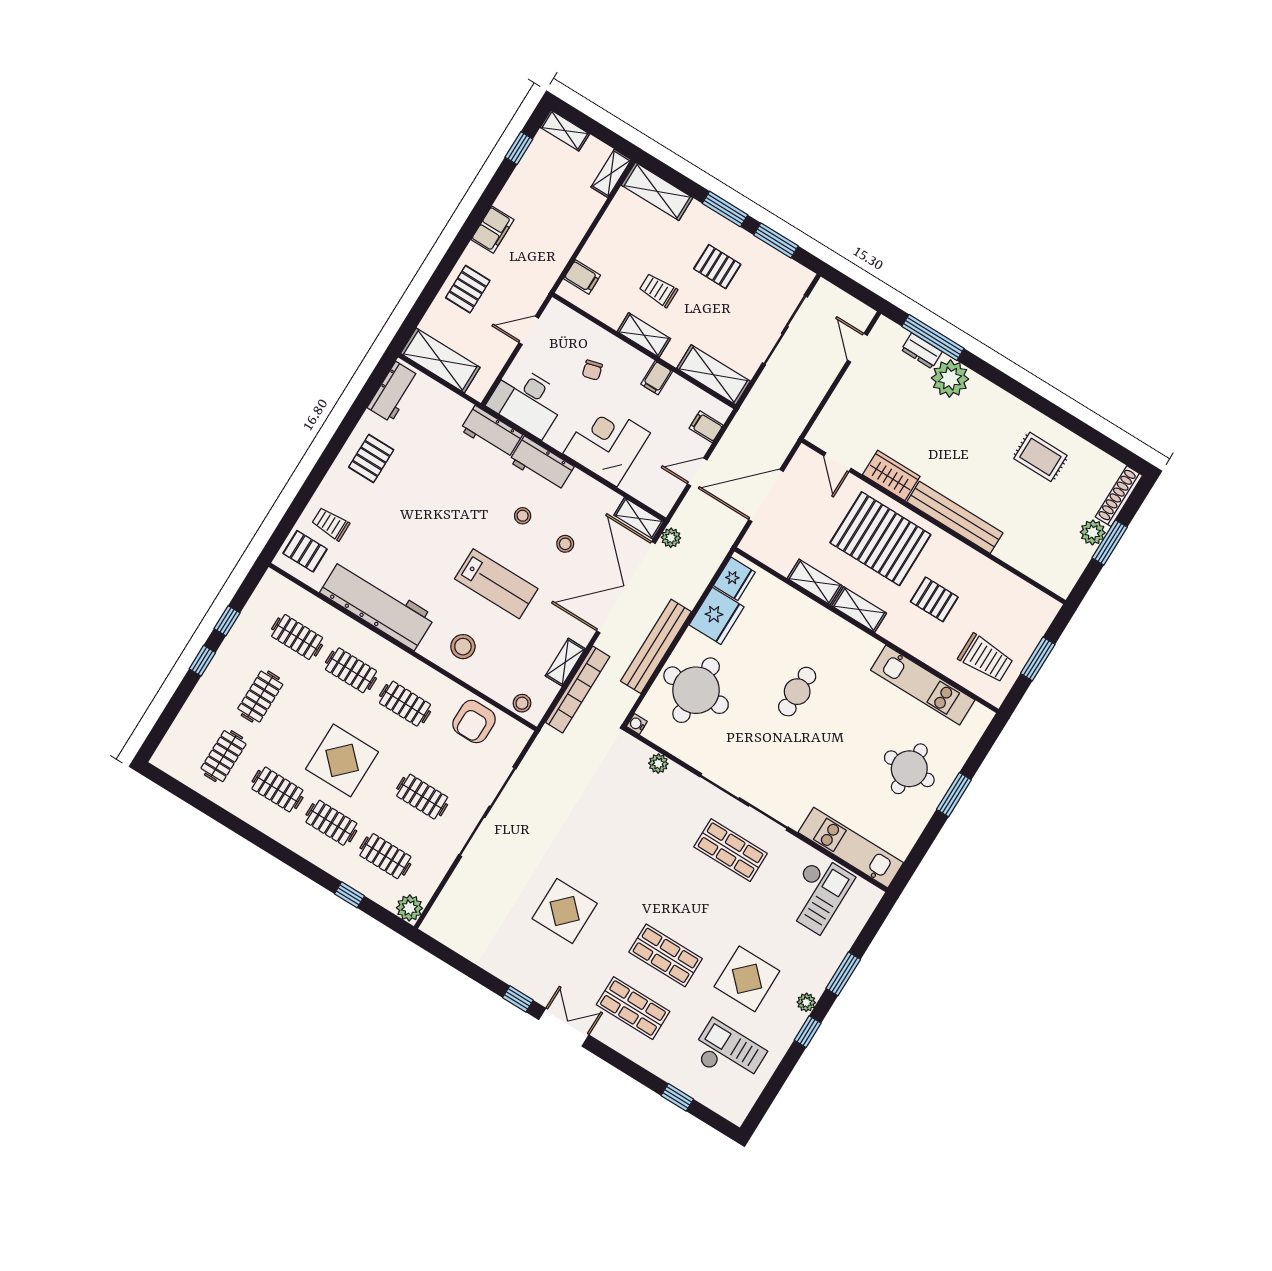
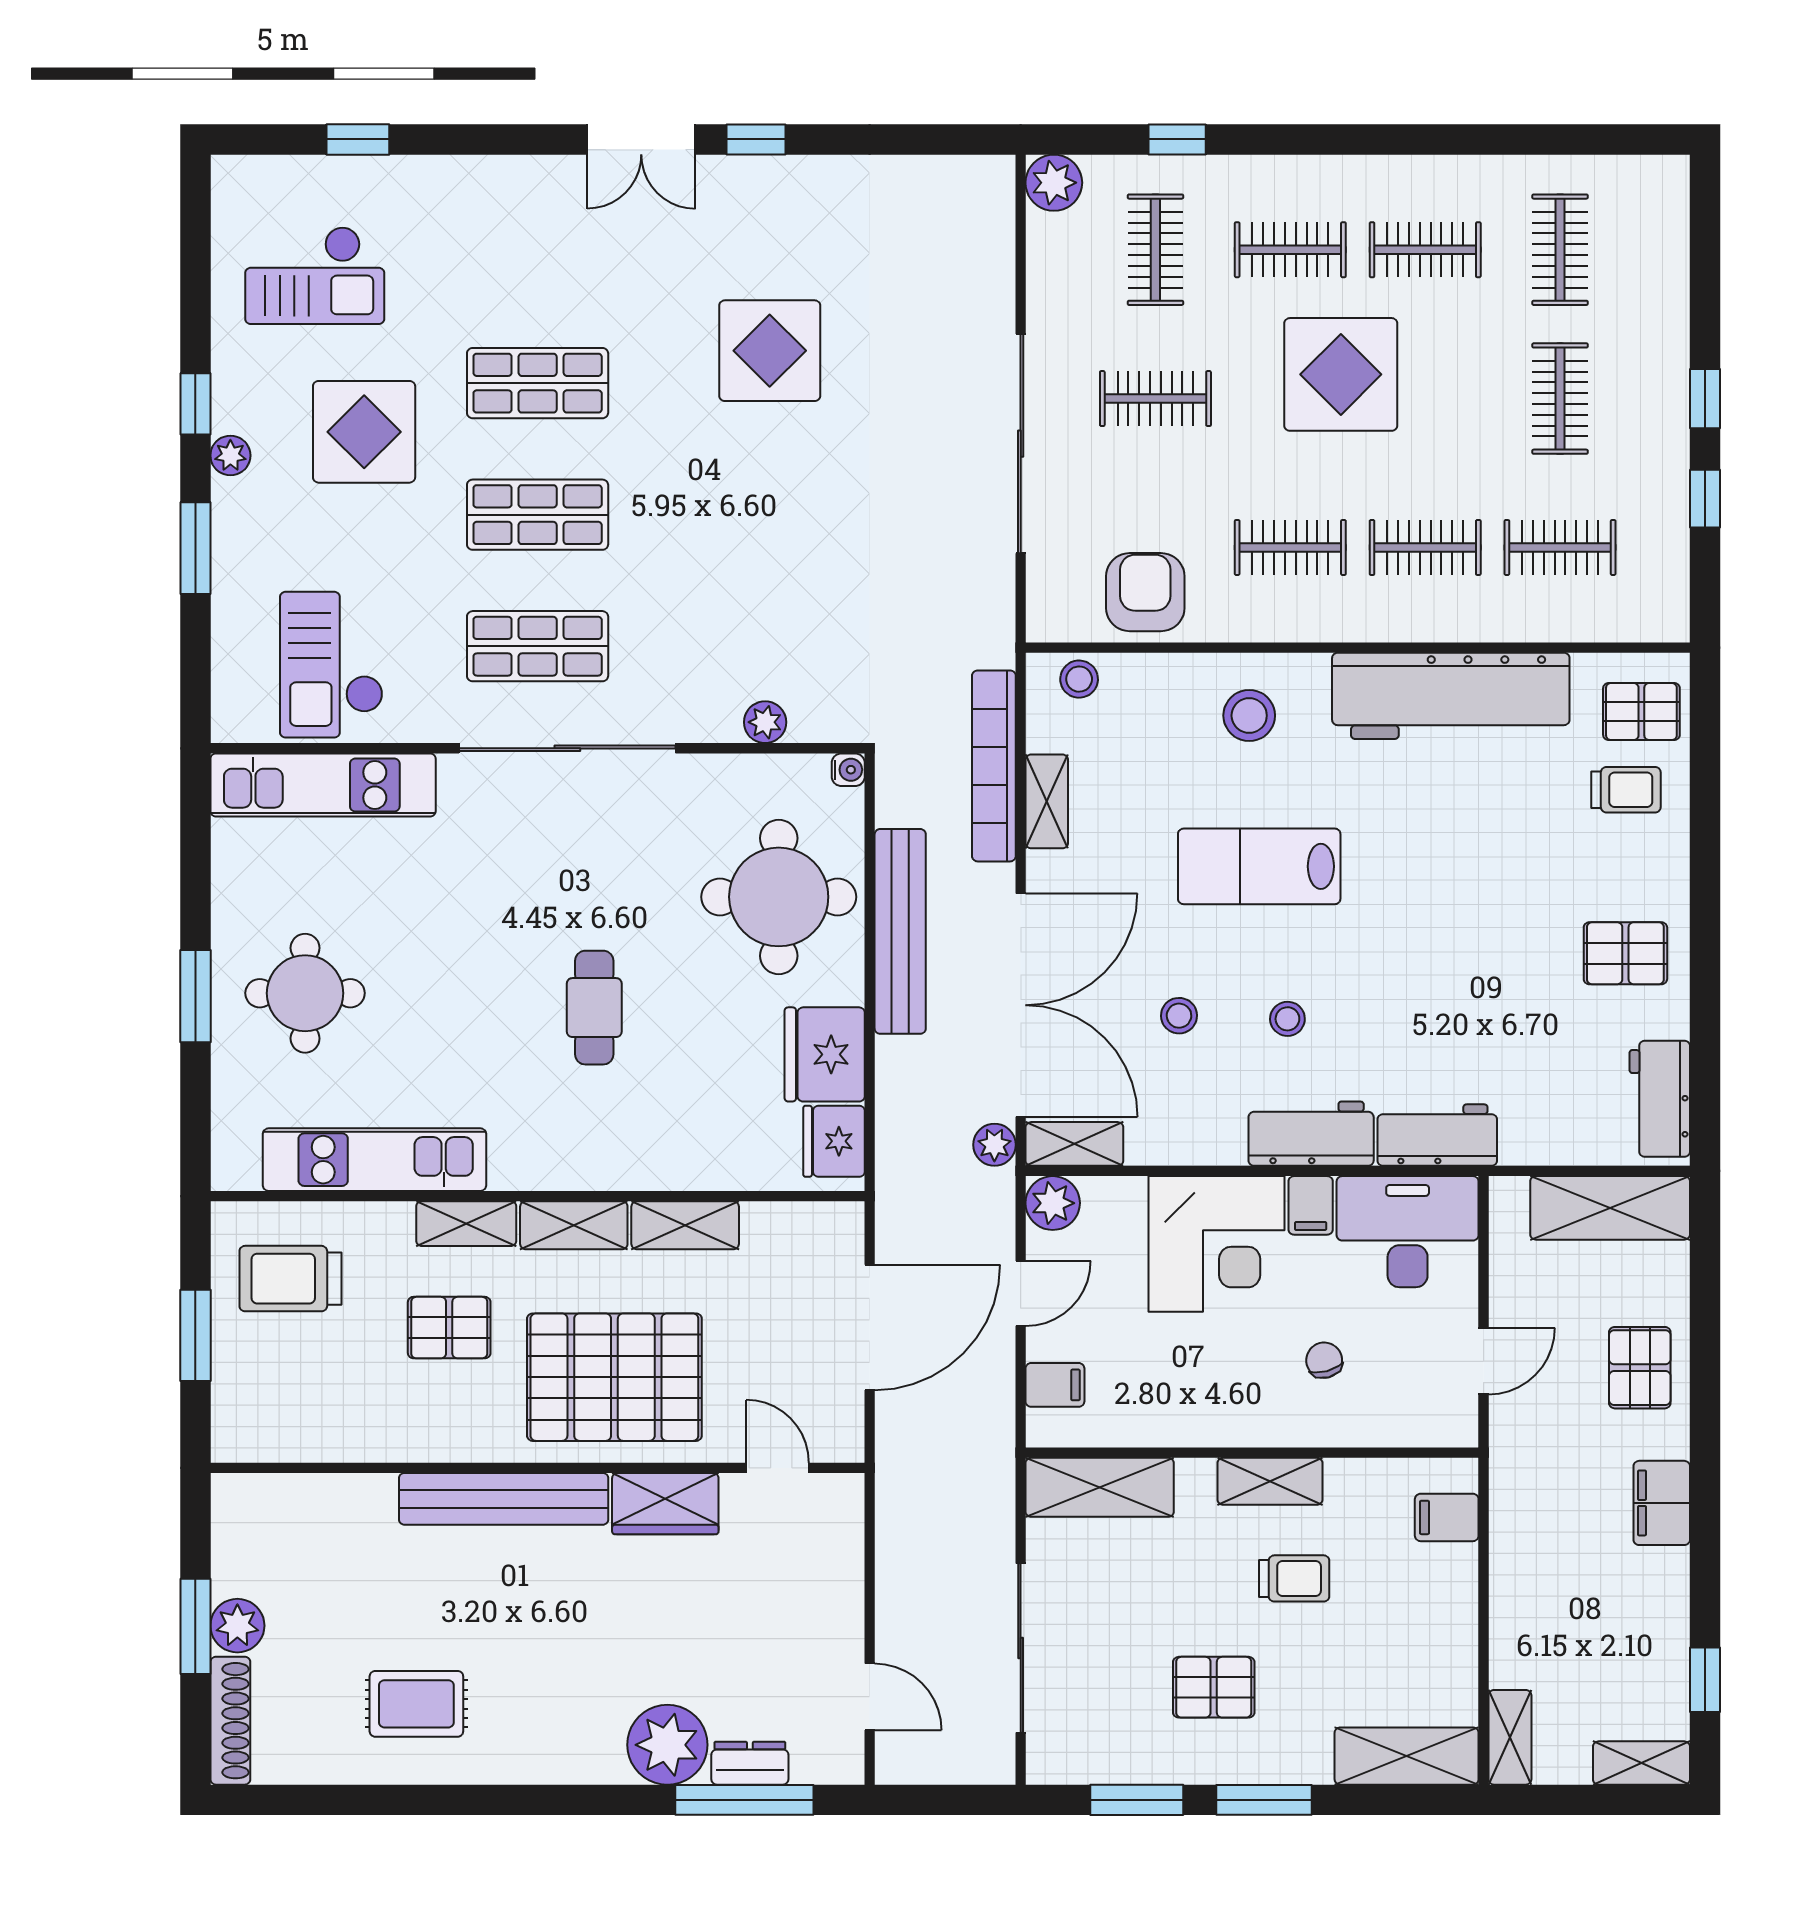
filing cabinet: (657, 378) -> (1311, 1205), moved, turned 180
pallet: (371, 458) -> (1625, 953), turned 90
plant: (662, 500) -> (1053, 1203), added
shelving: (902, 637) -> (466, 1224), added
clothes rail: (385, 856) -> (1155, 250), turned 90
shop shelf: (633, 1008) -> (538, 515), moved

